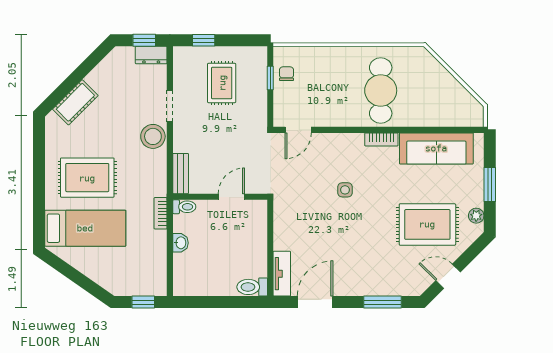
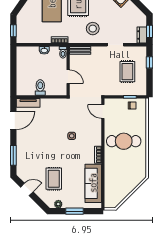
rug: (222, 83) -> (127, 72), turned 90
cafe table: (381, 91) -> (124, 141), moved
stool: (153, 136) -> (93, 29), moved
rug: (427, 224) -> (54, 179), width x0.73, depth x0.70
door: (448, 276) -> (27, 189), hinge flipped
toilet: (252, 287) -> (40, 88), moved
door: (315, 302) -> (13, 120), hinge flipped

